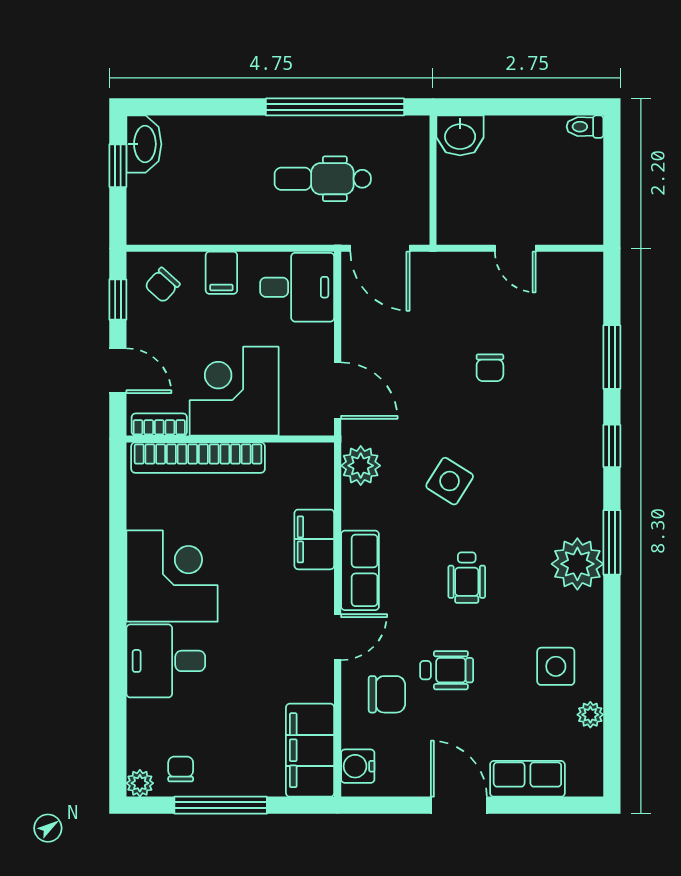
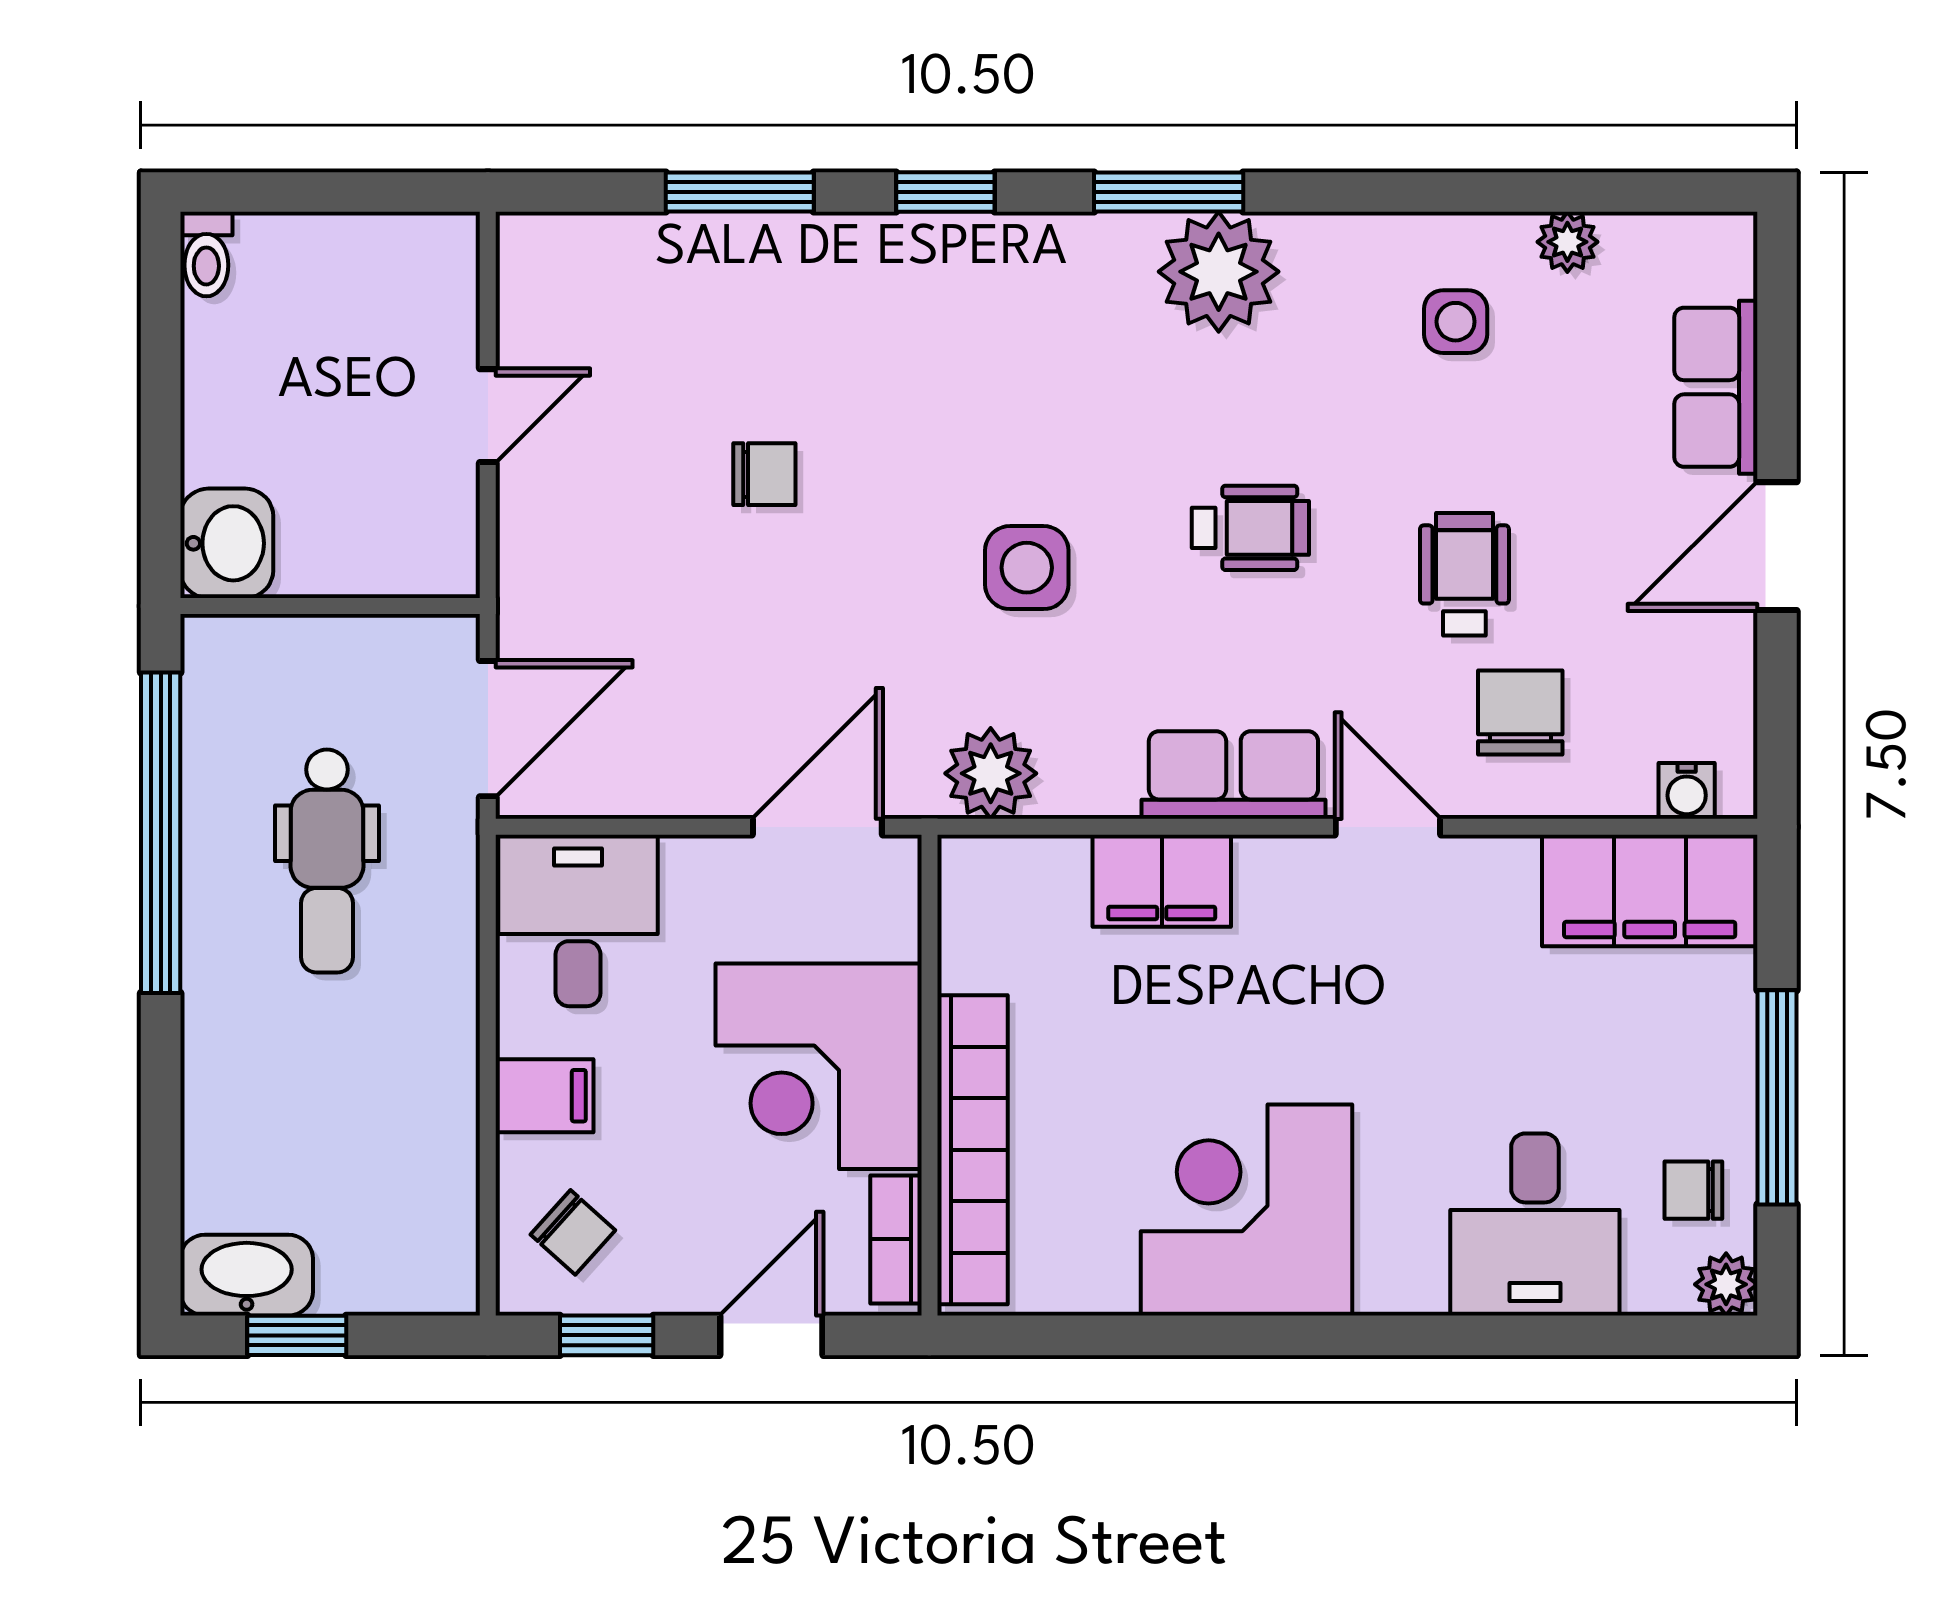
side table: (450, 481) -> (1027, 568), turned -32
desk: (166, 661) -> (1535, 1224), moved
side table: (556, 666) -> (1456, 322), width x0.73, depth x0.73
water cooler: (358, 766) -> (1687, 791), width x0.72, depth x0.72

